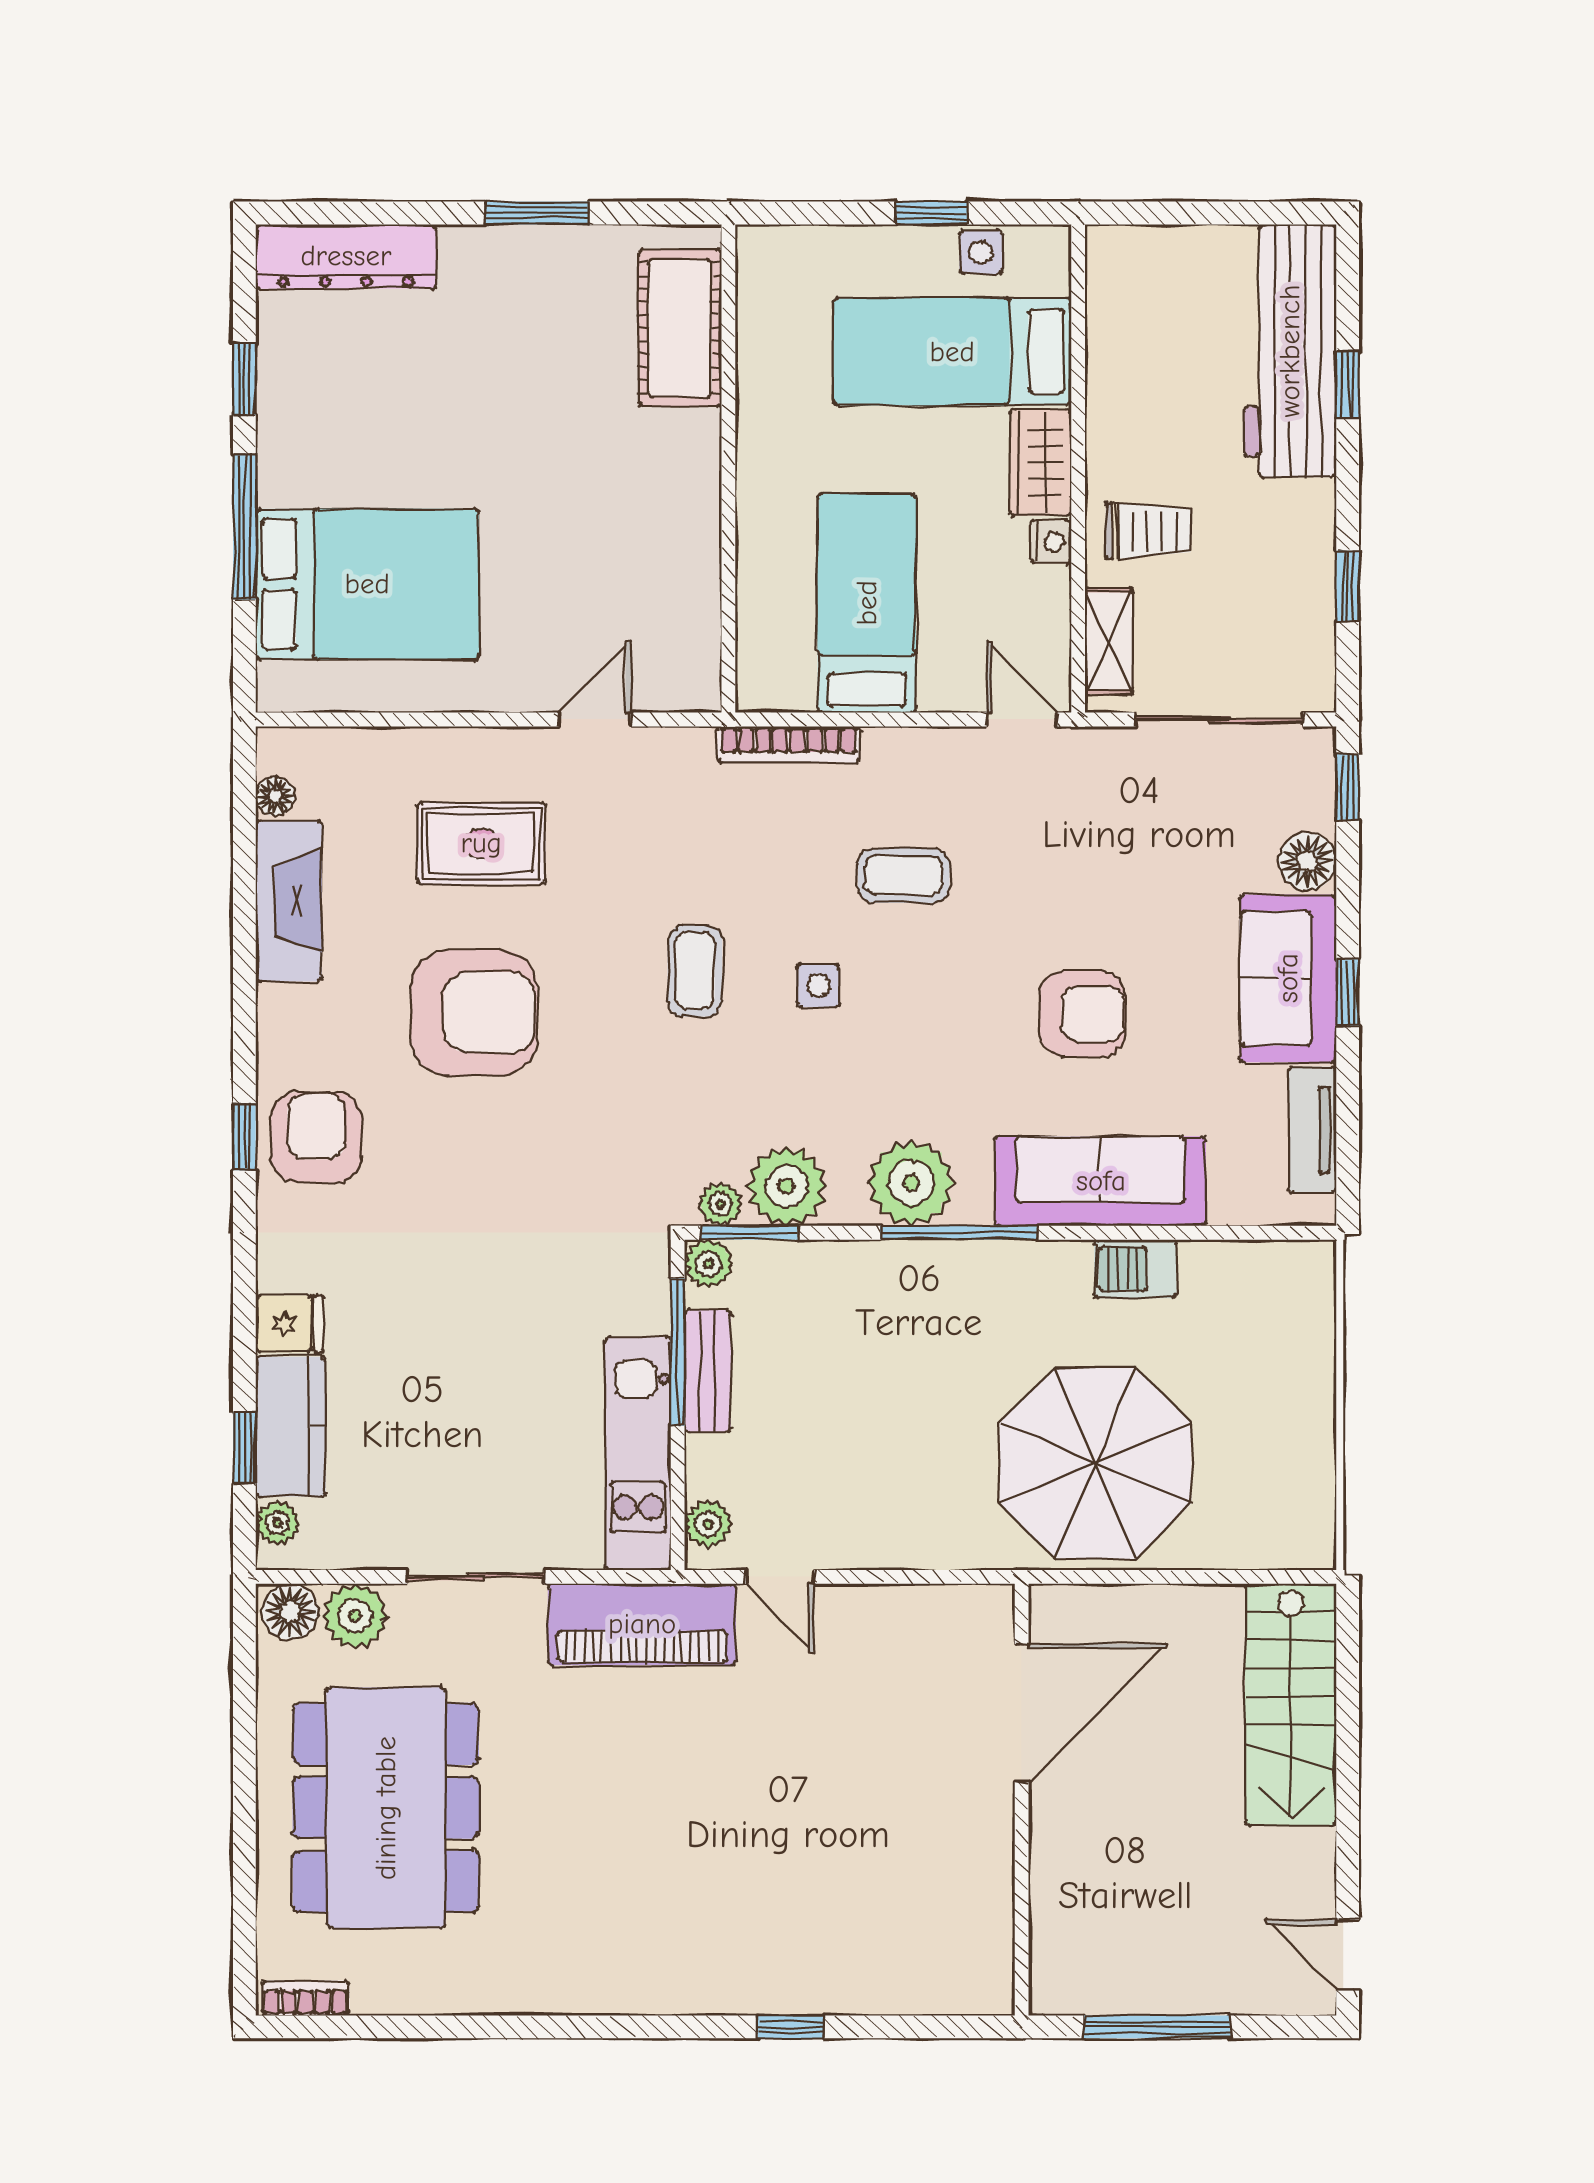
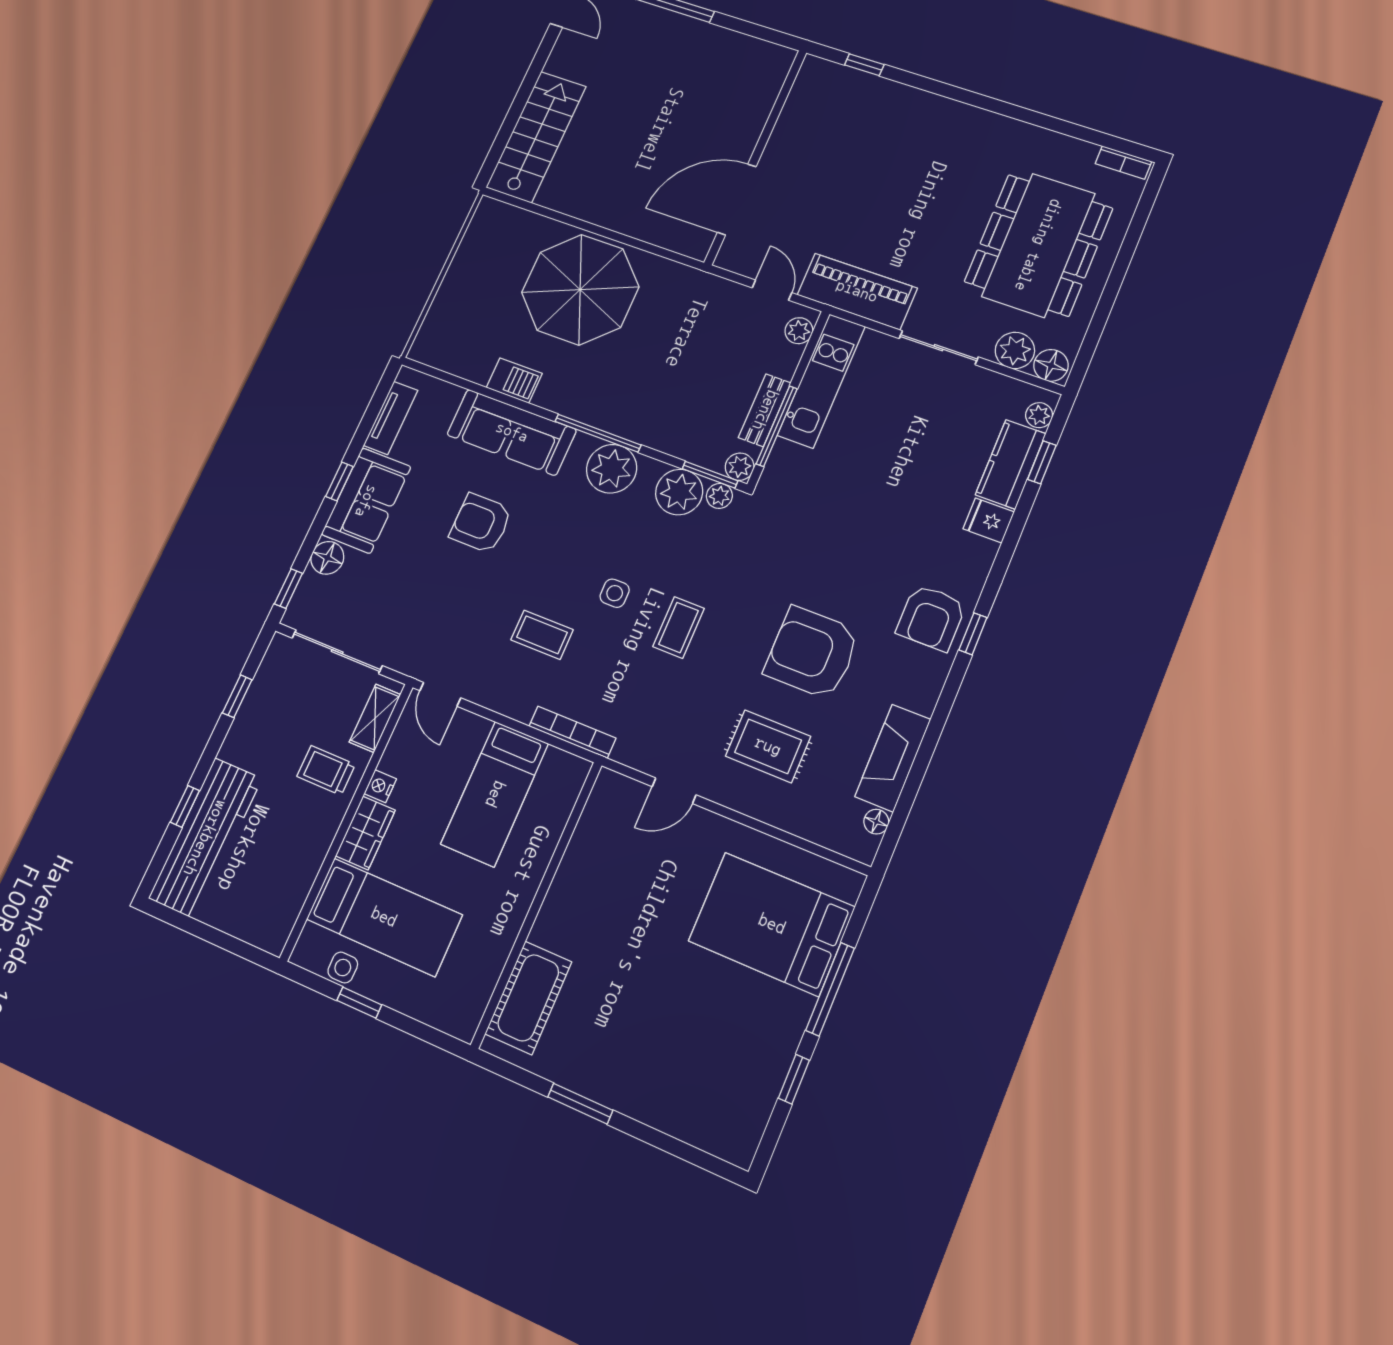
dresser: (346, 256) -> (703, 1128), removed
door: (1022, 1713) -> (737, 199), moved
wall: (1022, 1800) -> (756, 157), moved

